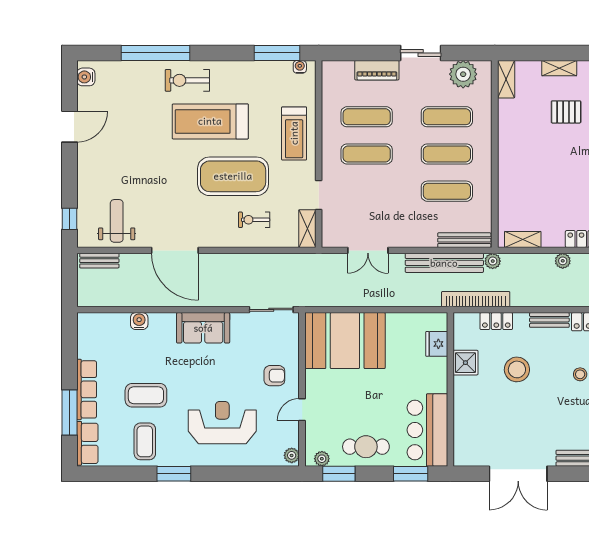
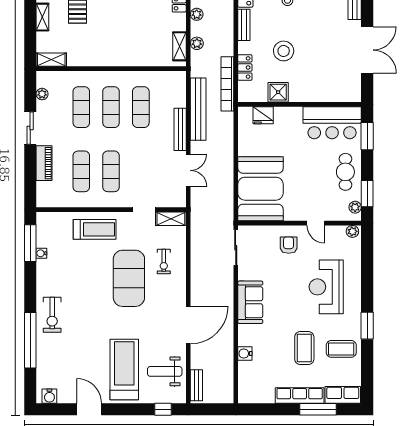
water cooler: (300, 67) -> (41, 253), moved
plant: (463, 74) -> (42, 94), width x0.53, depth x0.53
treadmill: (210, 121) -> (124, 369), moved, turned 180
bench: (464, 240) -> (180, 129), moved
plant: (493, 261) -> (197, 43), moved

